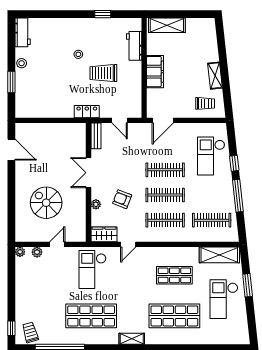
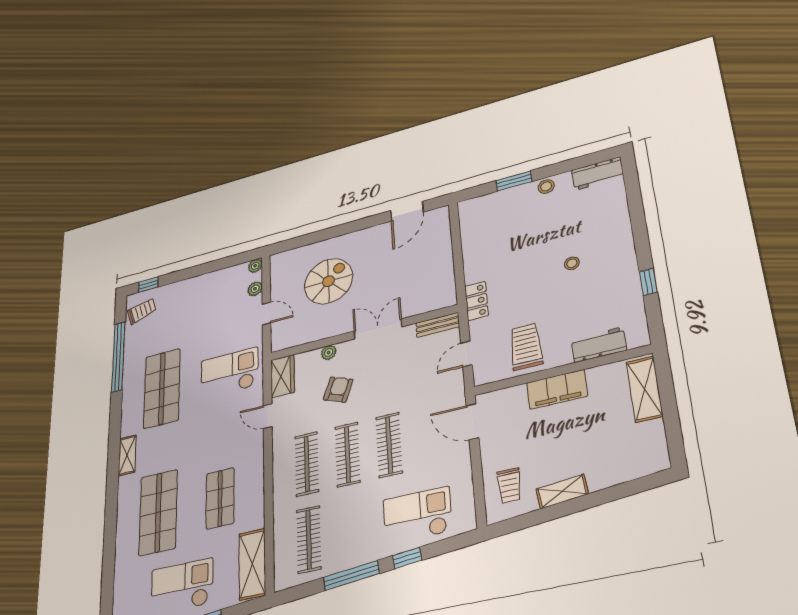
trolley: (103, 73) -> (526, 347), moved

